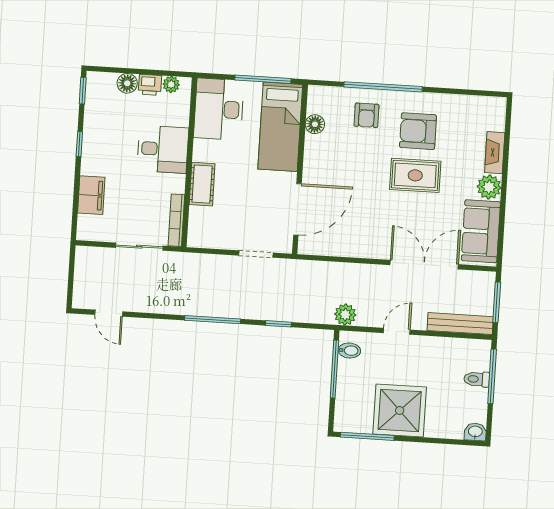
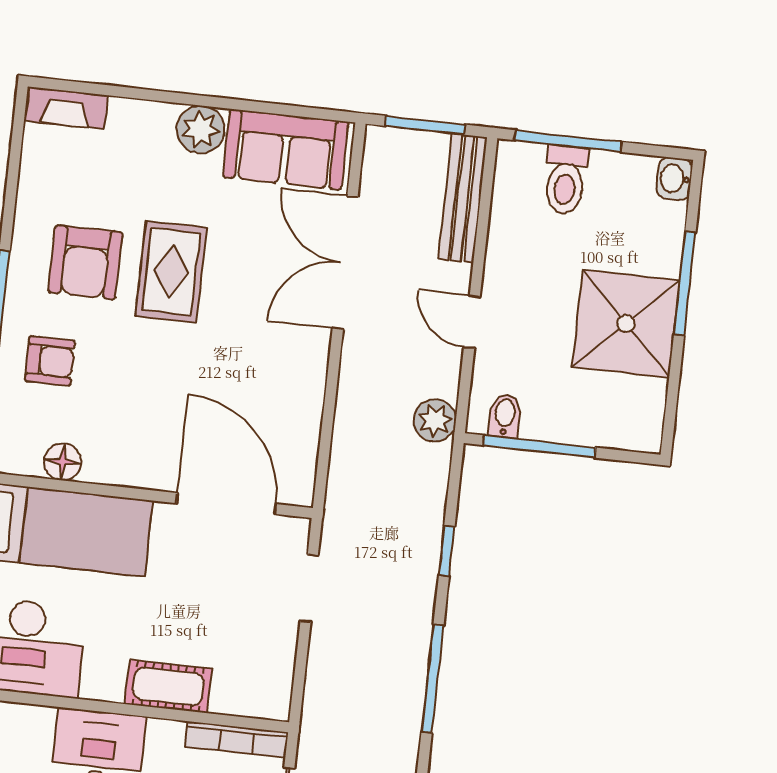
fireplace: (495, 153) -> (66, 108), moved
toilet: (477, 379) -> (566, 180), width x1.37, depth x1.39
window: (367, 436) -> (685, 283), moved

